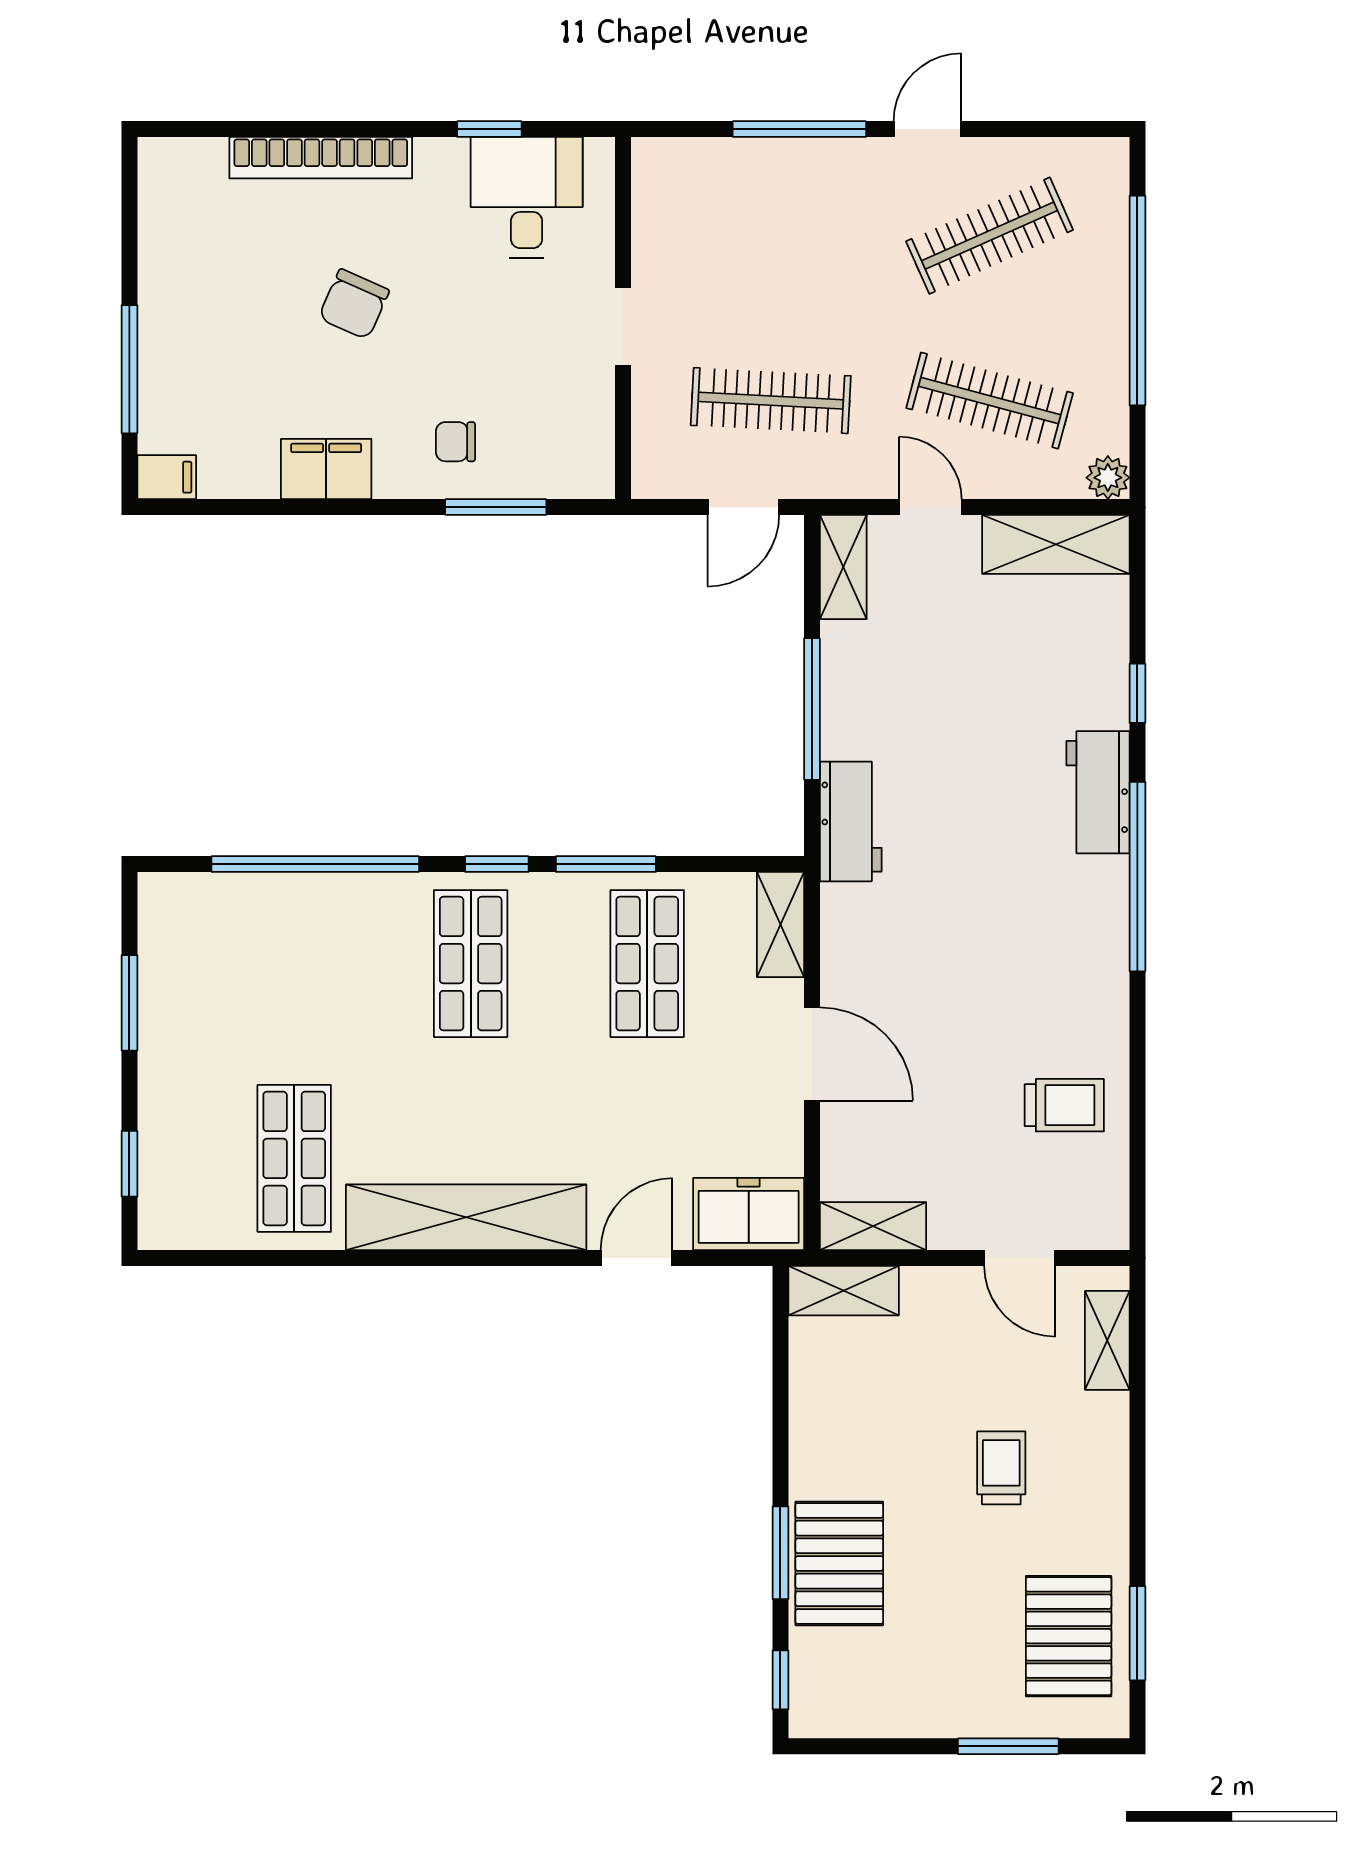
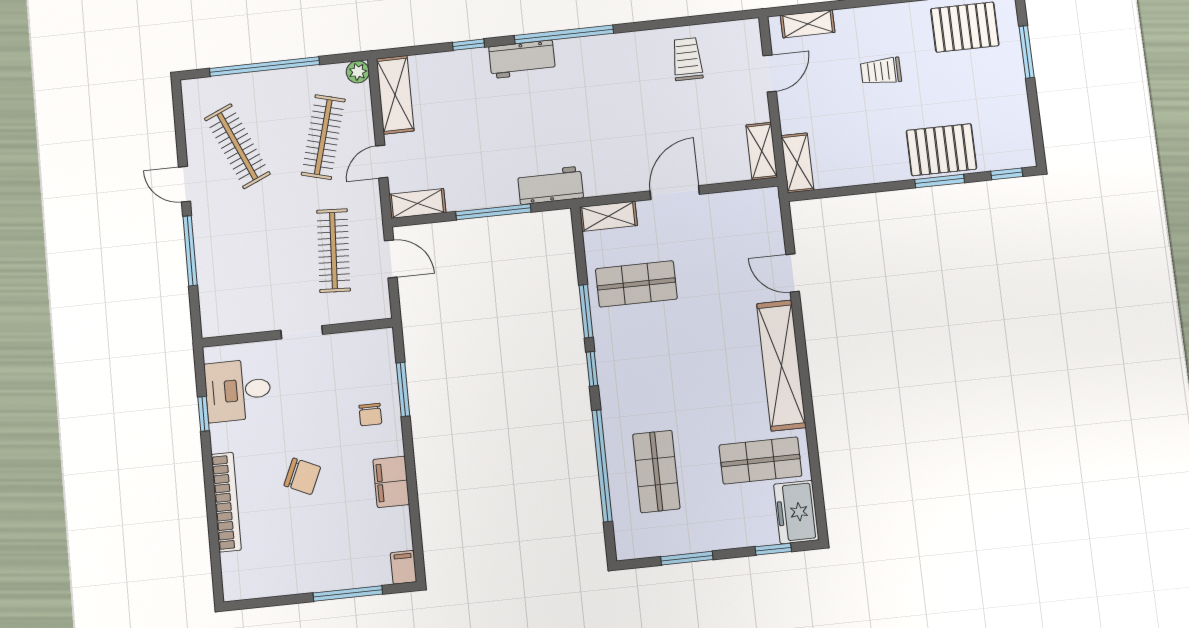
shop shelf: (471, 964) -> (656, 471), moved, turned 90
freezer: (749, 1214) -> (796, 512), moved

